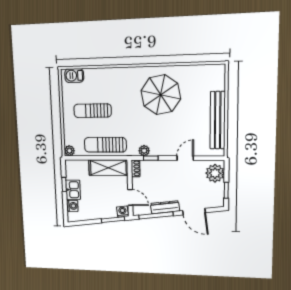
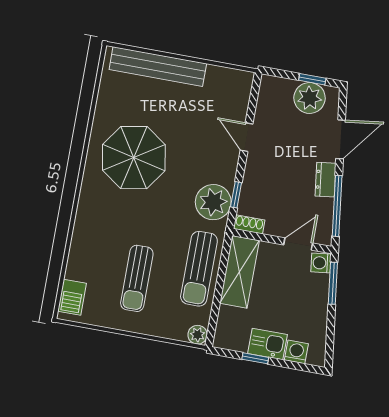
bench: (218, 120) -> (158, 67), moved
plant: (144, 151) -> (213, 202), width x1.87, depth x1.87
plant: (215, 173) -> (310, 98), moved
dresser: (165, 207) -> (326, 180), width x0.70

